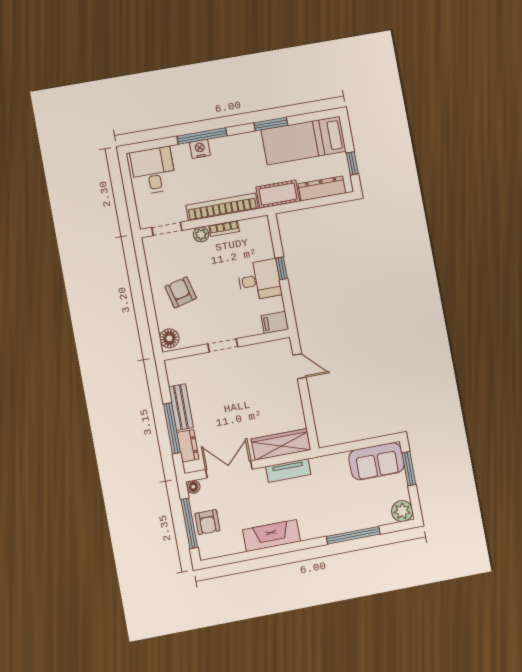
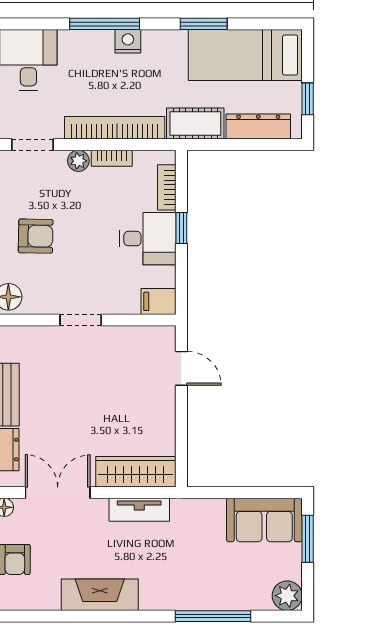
nightstand: (200, 149) -> (128, 41), moved
bookcase: (266, 242) -> (167, 187), added
armchair: (181, 292) -> (36, 236), turned 105

